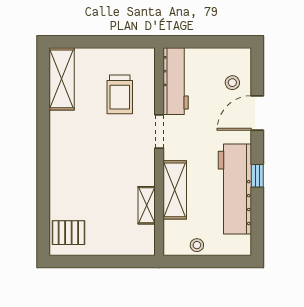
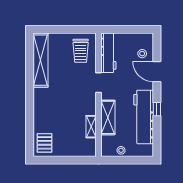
shelving: (62, 79) -> (41, 60), width x1.47
trolley: (120, 94) -> (81, 51), moved
door: (257, 113) -> (157, 72), hinge flipped
pallet: (68, 233) -> (45, 143), turned 90

